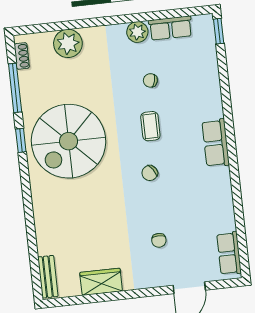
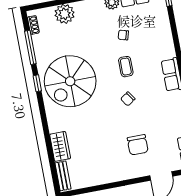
chair: (159, 240) -> (138, 145), width x1.87, depth x1.87
wardrobe: (101, 282) -> (60, 146), moved, turned 90

